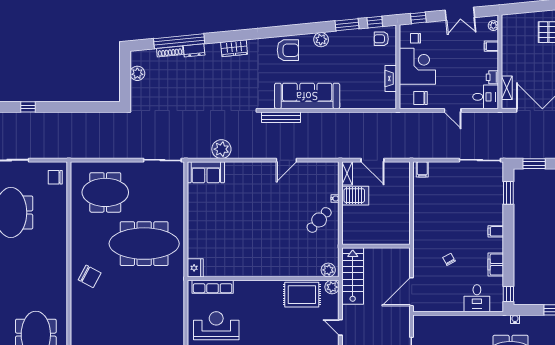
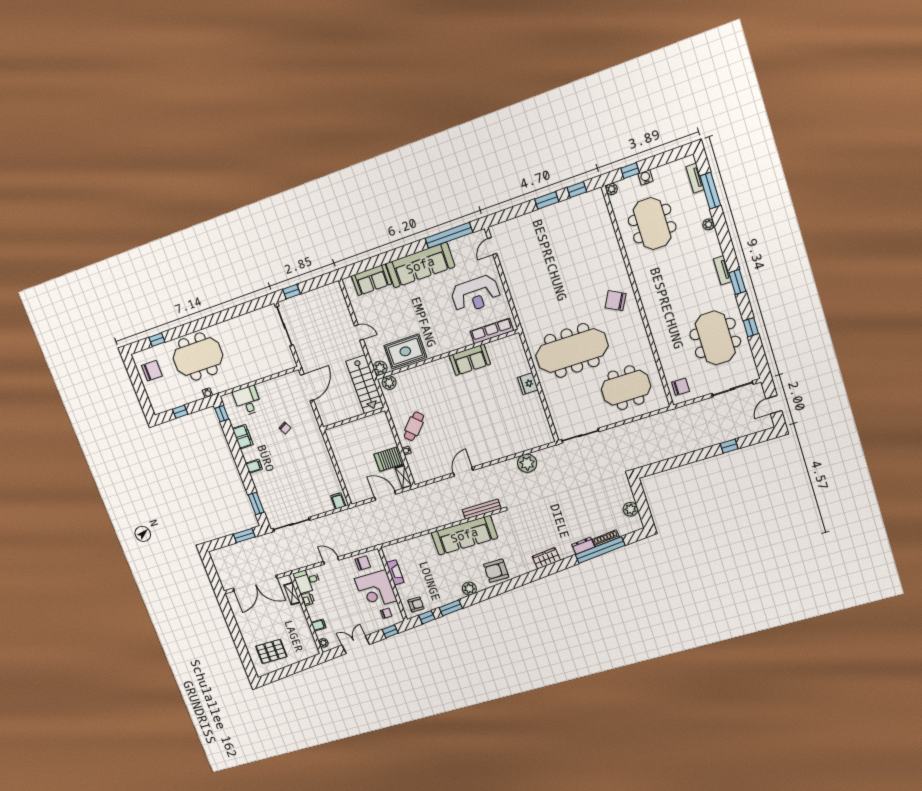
sofa: (206, 172) -> (470, 360), moved, turned 180
fridge: (195, 268) -> (528, 384), moved

